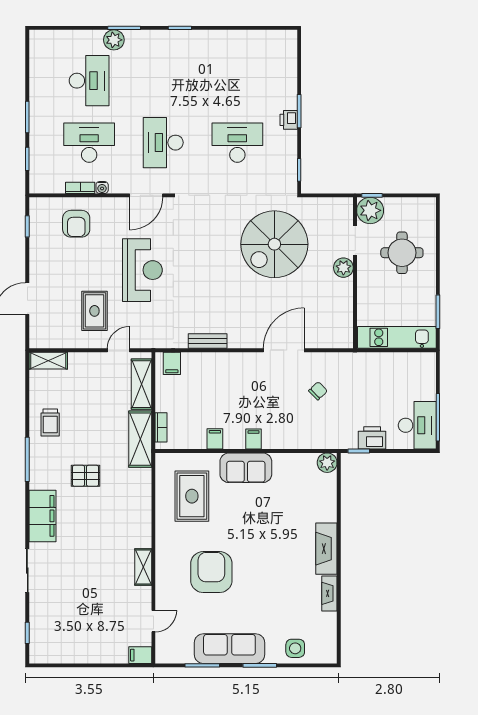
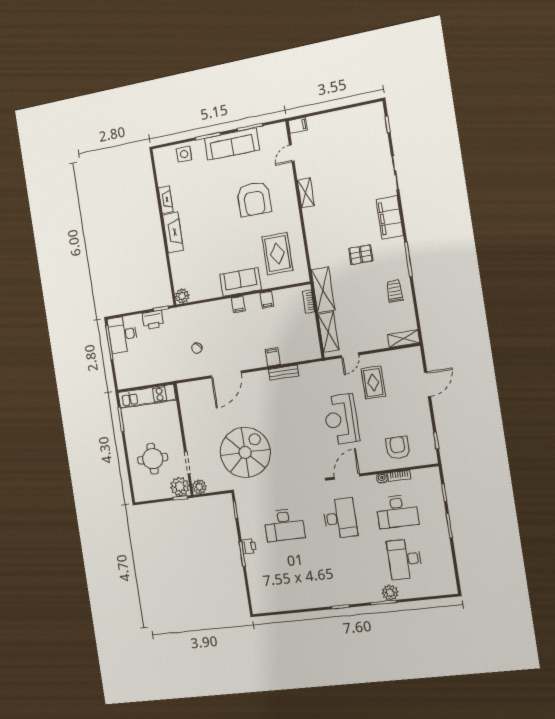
plant: (343, 268) -> (199, 487), moved
filing cabinet: (172, 363) -> (273, 357), moved

